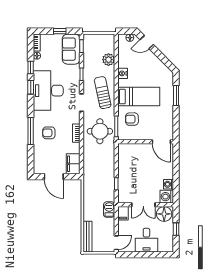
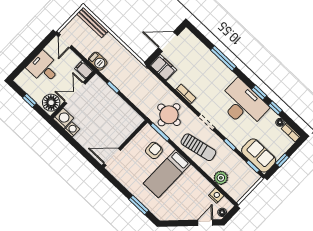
nightstand: (123, 73) -> (216, 196), moved
armchair: (49, 133) -> (208, 72), removed

